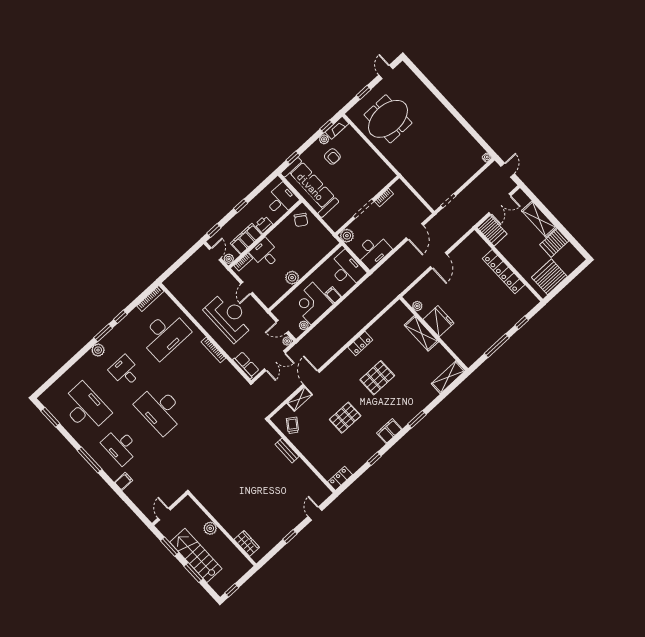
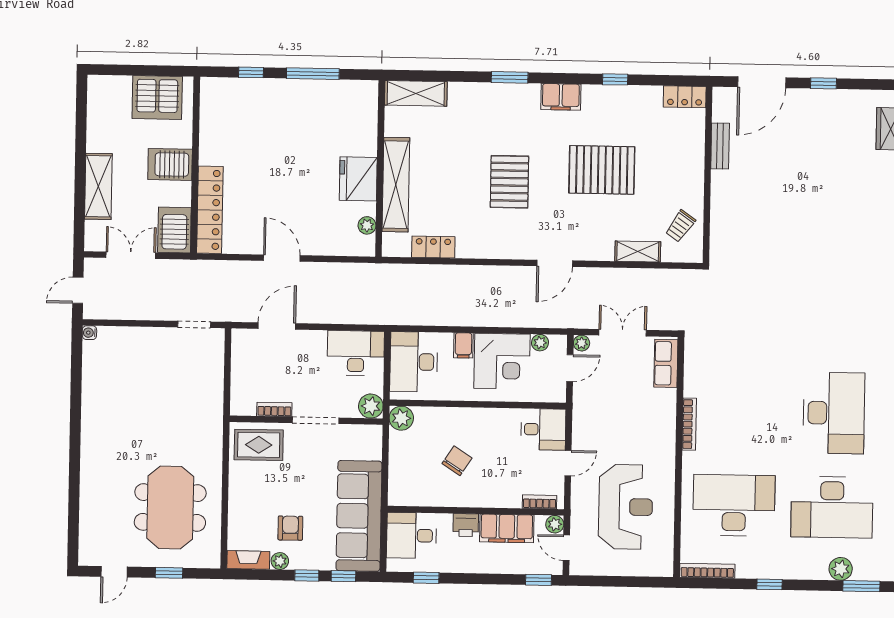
meeting table: (388, 119) -> (170, 507), turned 90
window: (327, 127) -> (307, 575), moved
rug: (377, 177) -> (259, 445), added
window: (241, 206) -> (426, 578), moved
chair: (301, 220) -> (457, 461), moved
server rack: (554, 243) -> (170, 164), moved, turned 180
desk: (265, 253) -> (543, 429), moved, turned -90
door: (215, 254) -> (566, 548), hinge flipped
door: (439, 261) -> (282, 258), hinge flipped
locker: (504, 272) -> (210, 210), moved
plant: (292, 278) -> (401, 418), moved
reception desk: (229, 317) -> (626, 507), moved, turned 180
door: (282, 327) -> (570, 368), hinge flipped
window: (103, 333) -> (861, 586), moved
shelving: (421, 333) -> (396, 185), width x1.47
locker: (360, 343) -> (433, 247), moved
desk: (125, 371) -> (832, 507), width x1.87, depth x1.30
door: (311, 378) -> (555, 263), moved
pallet: (377, 378) -> (509, 182), turned 90
pallet: (345, 418) -> (602, 170), width x1.37, depth x1.41
bench: (287, 450) -> (720, 146), moved
door: (315, 513) -> (762, 82), width x1.87

